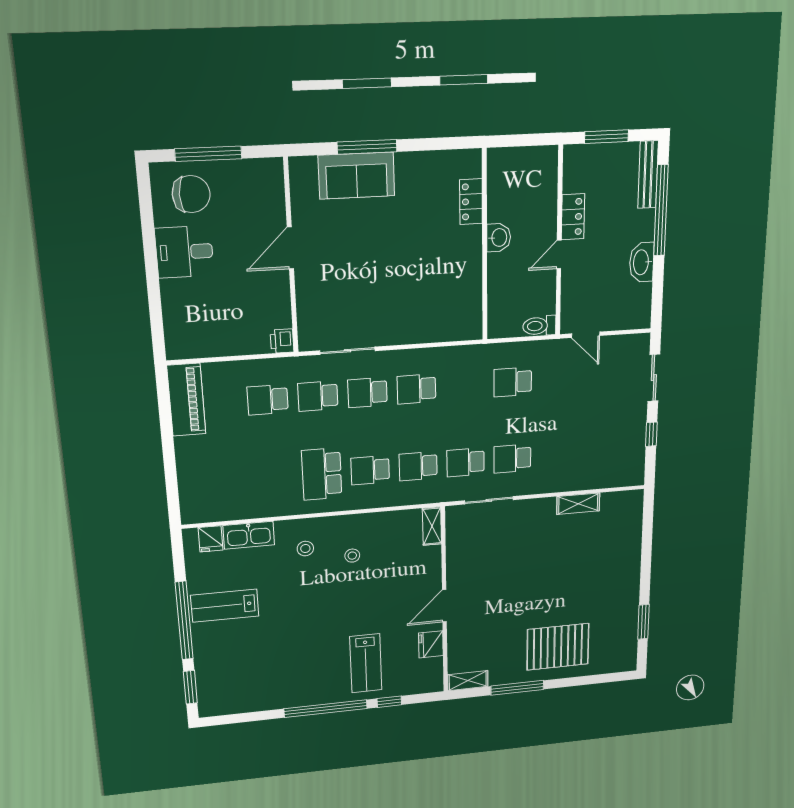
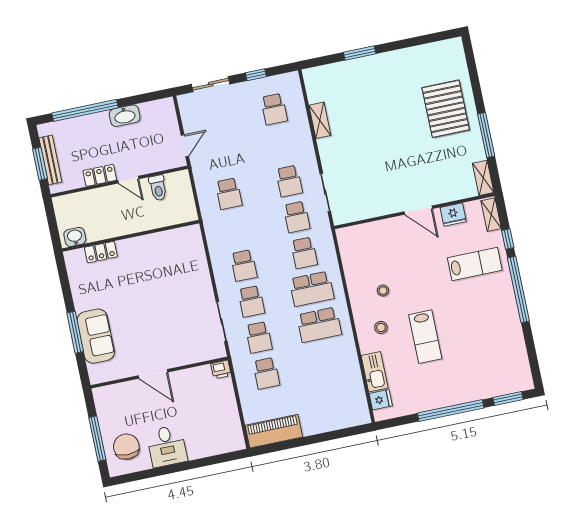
bench: (648, 175) -> (50, 160), moved, turned 90
washbasin: (499, 238) -> (75, 237), moved
toilet: (539, 326) -> (158, 188), moved
school desk: (605, 451) -> (274, 109), added
school desk: (370, 470) -> (312, 289), width x1.85
shelving: (432, 526) -> (491, 215), moved, turned 90
lab bench: (225, 606) -> (425, 337), moved
window: (643, 622) -> (360, 53), moved

